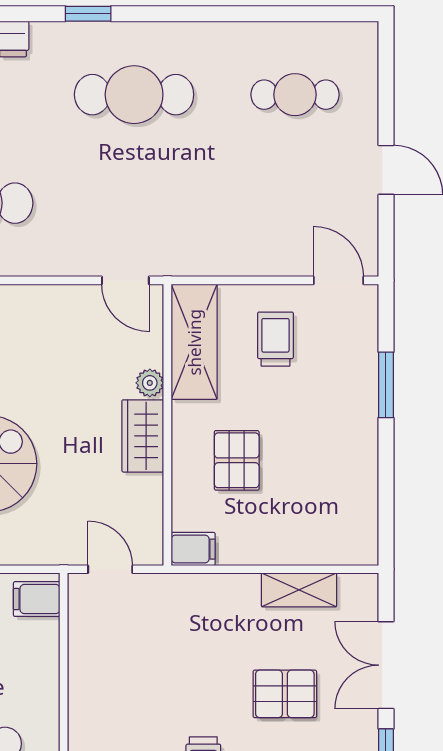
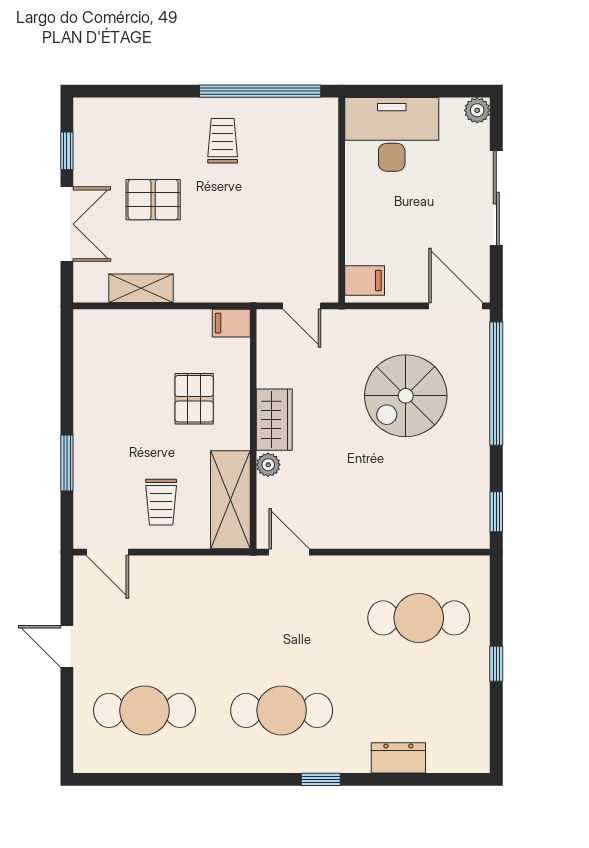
cafe table: (295, 95) -> (144, 710), width x1.37, depth x1.35

